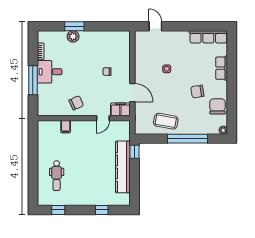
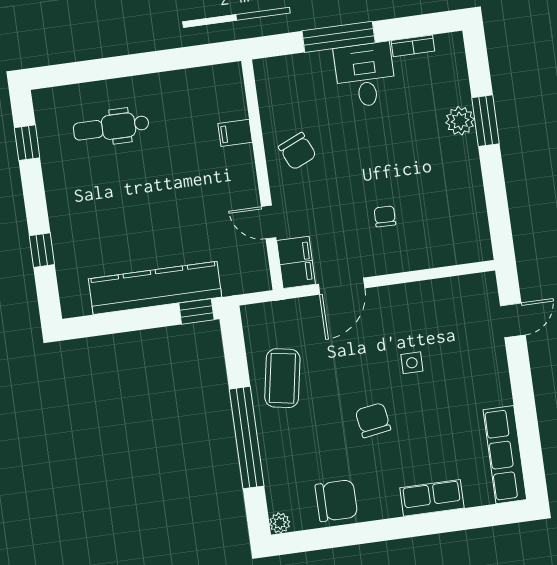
chair: (197, 92) -> (373, 420), moved

